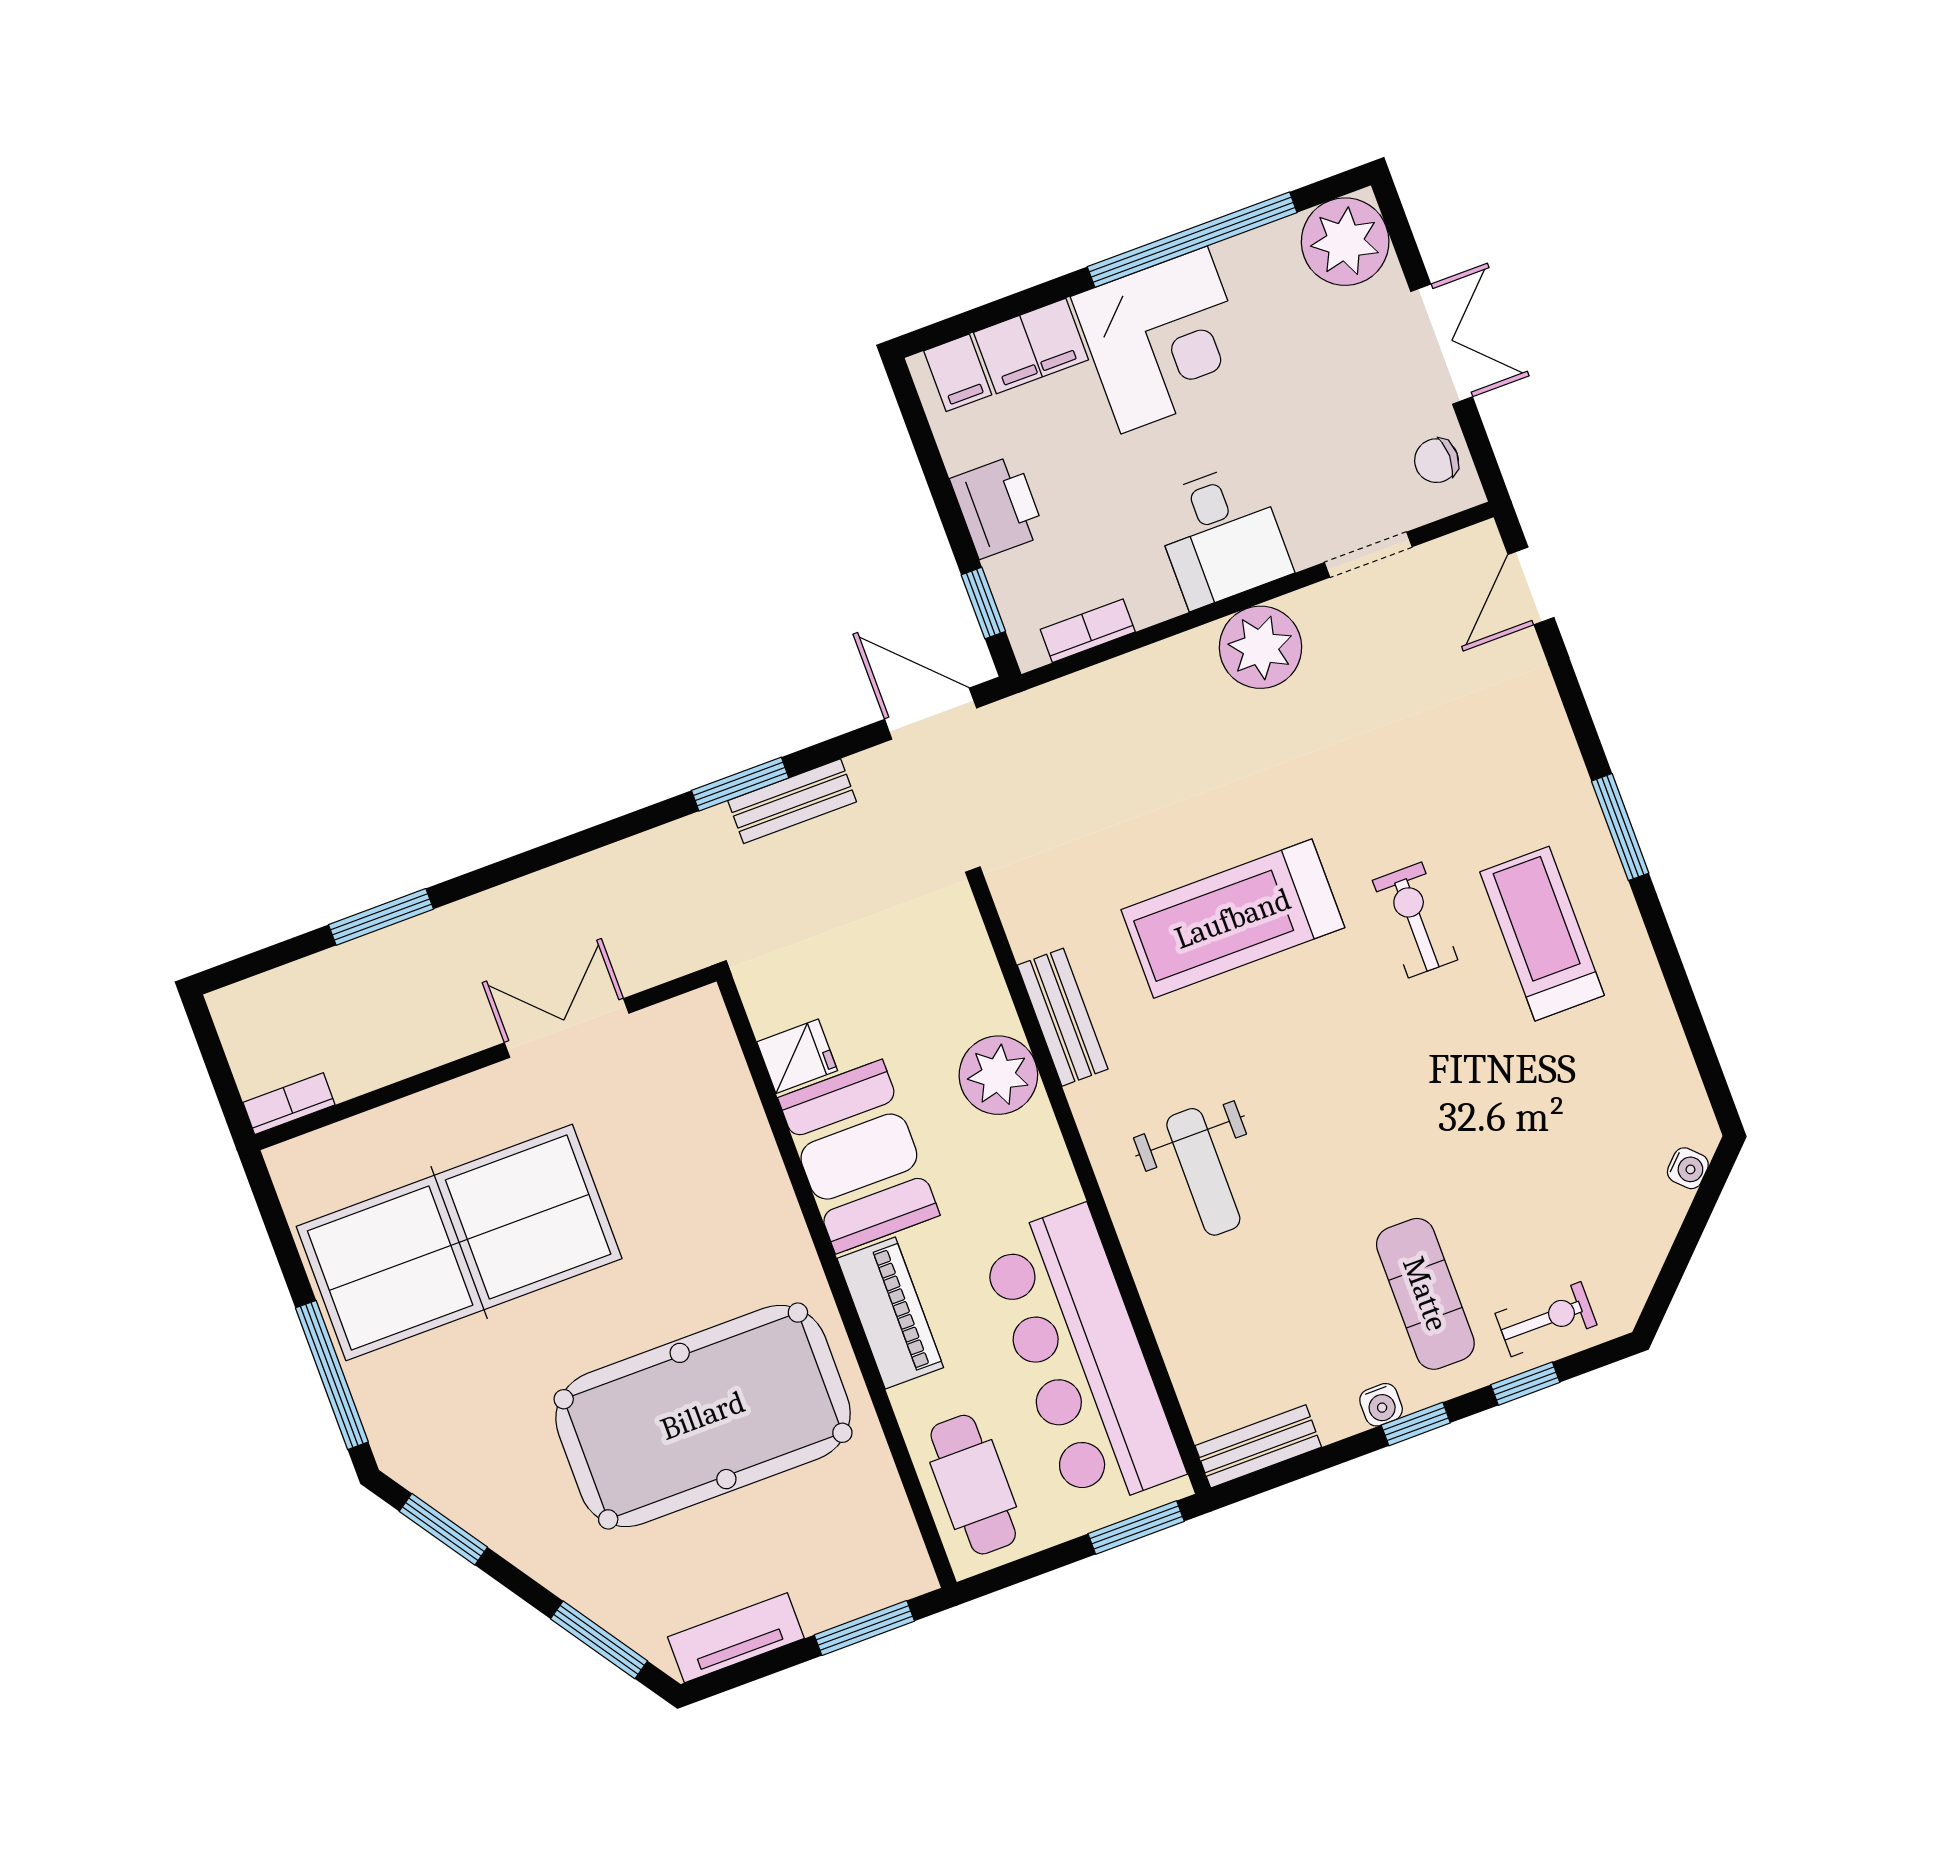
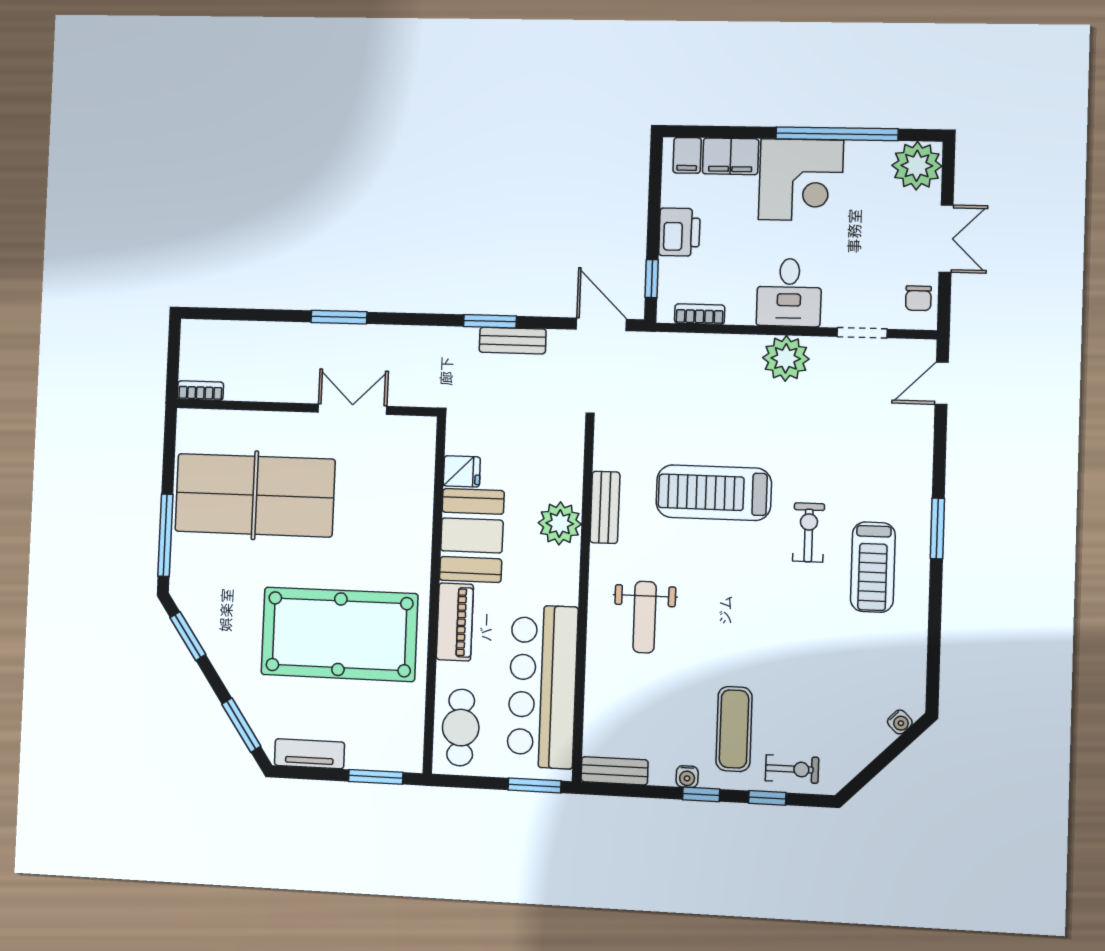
chair: (1436, 461) -> (918, 298), turned -90
window: (381, 917) -> (339, 317), moved
treadmill: (1542, 934) -> (873, 567), turned 180

